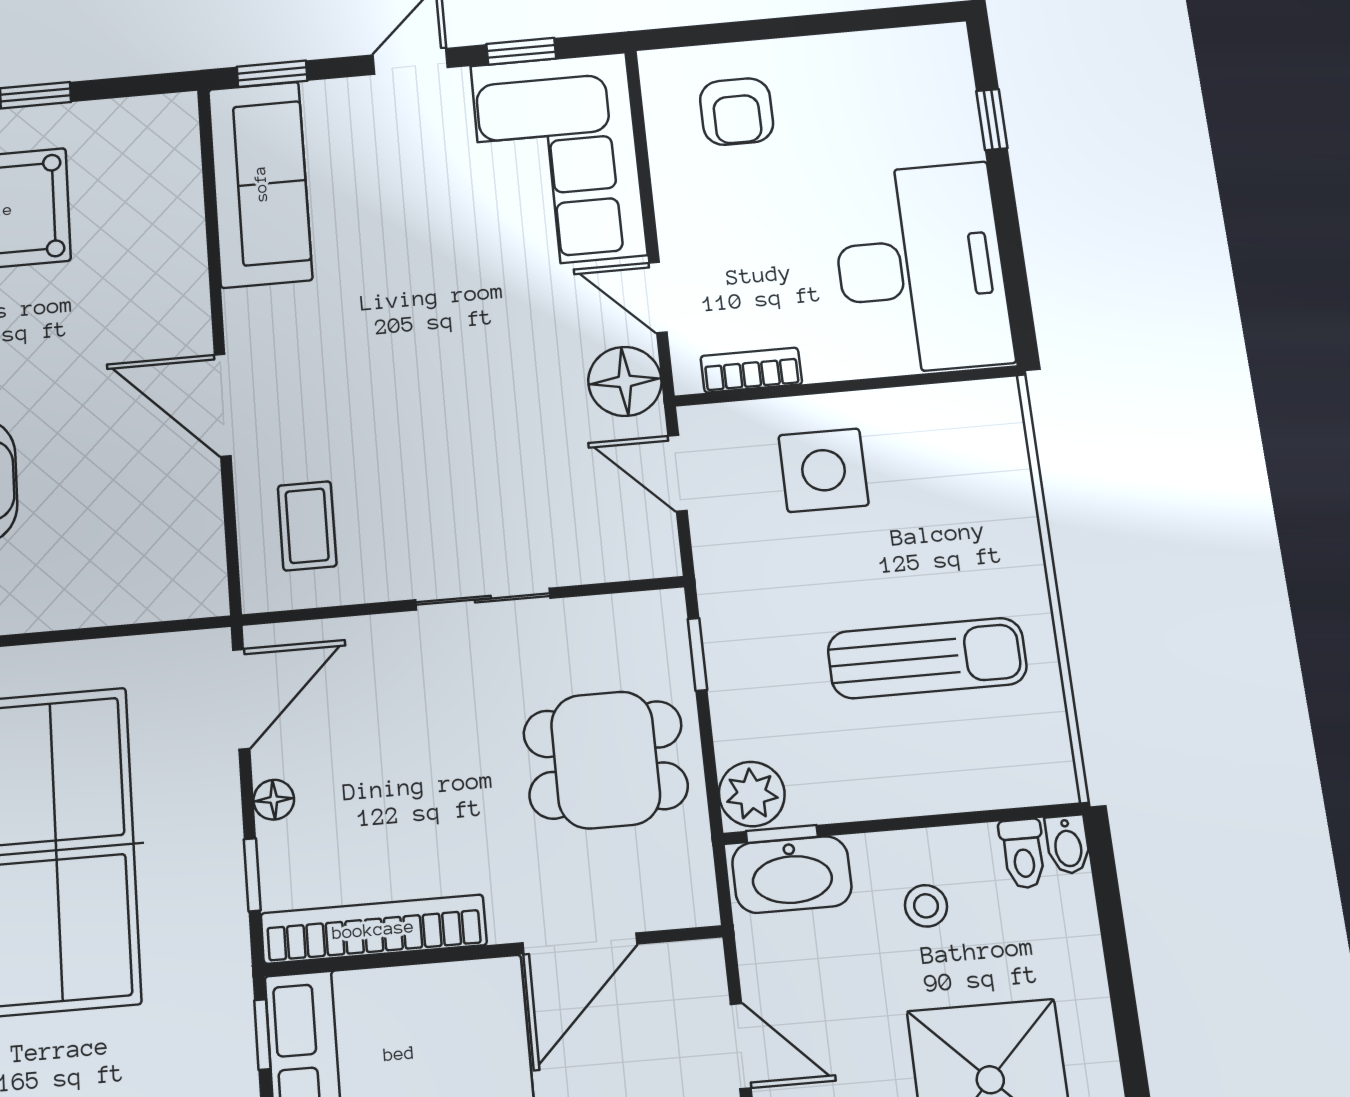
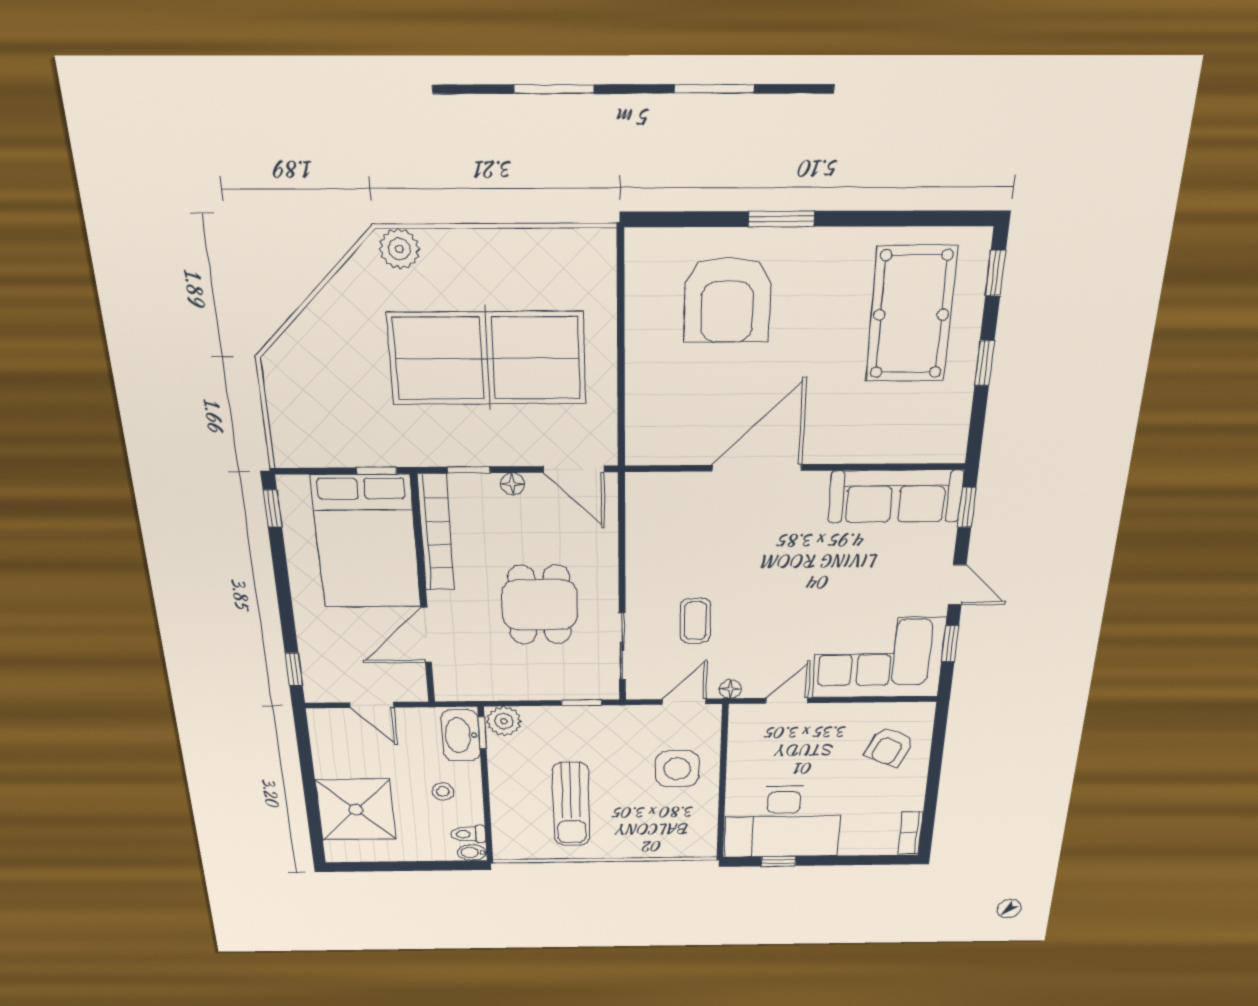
armchair: (737, 112) -> (889, 747), turned -66
window: (992, 120) -> (779, 861), moved
bookcase: (751, 370) -> (911, 833), moved, turned 180
floor lamp: (625, 381) -> (730, 689), width x0.53, depth x0.53
door: (223, 405) -> (757, 468), width x1.36
coffee table: (307, 526) -> (695, 621), moved, turned 90
sliding door: (483, 599) -> (622, 647), moved
dining table: (606, 760) -> (540, 605), moved
door: (580, 943) -> (426, 635), hinge flipped
door: (741, 1046) -> (372, 705), hinge flipped

